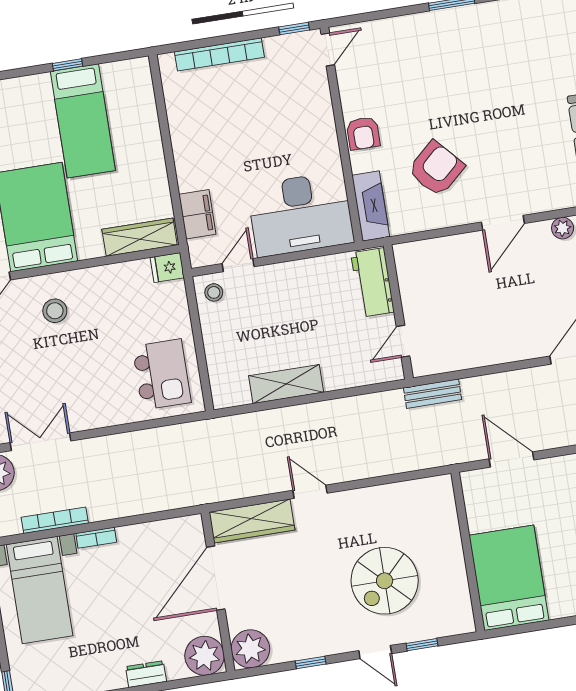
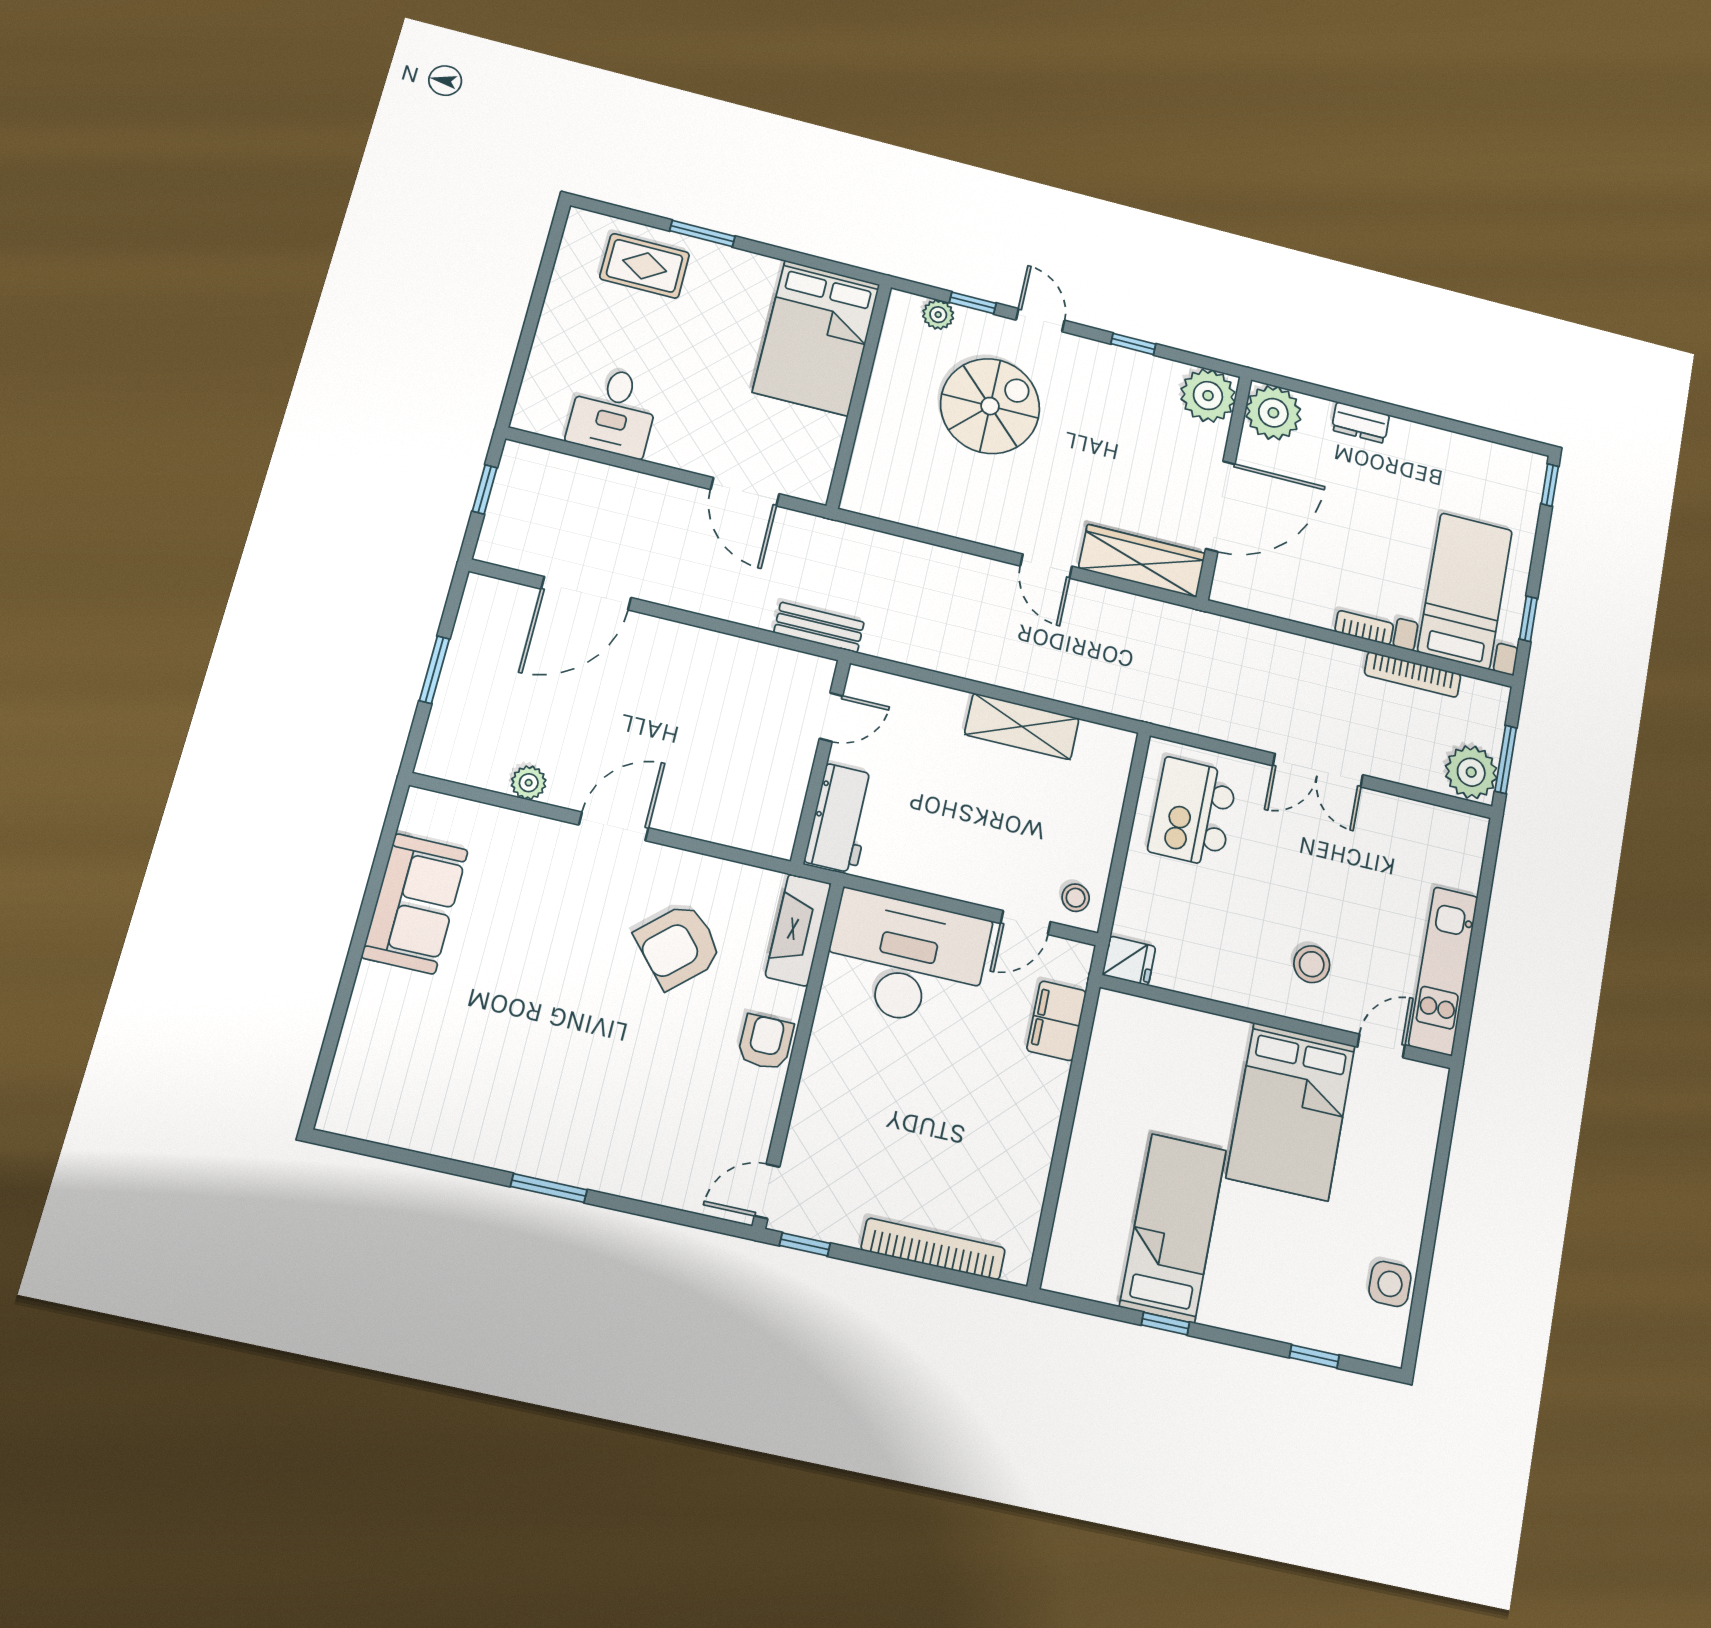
wardrobe: (140, 237) -> (1153, 1021), removed
double door: (41, 442) -> (1318, 770), moved
plant: (440, 627) -> (938, 315), added

